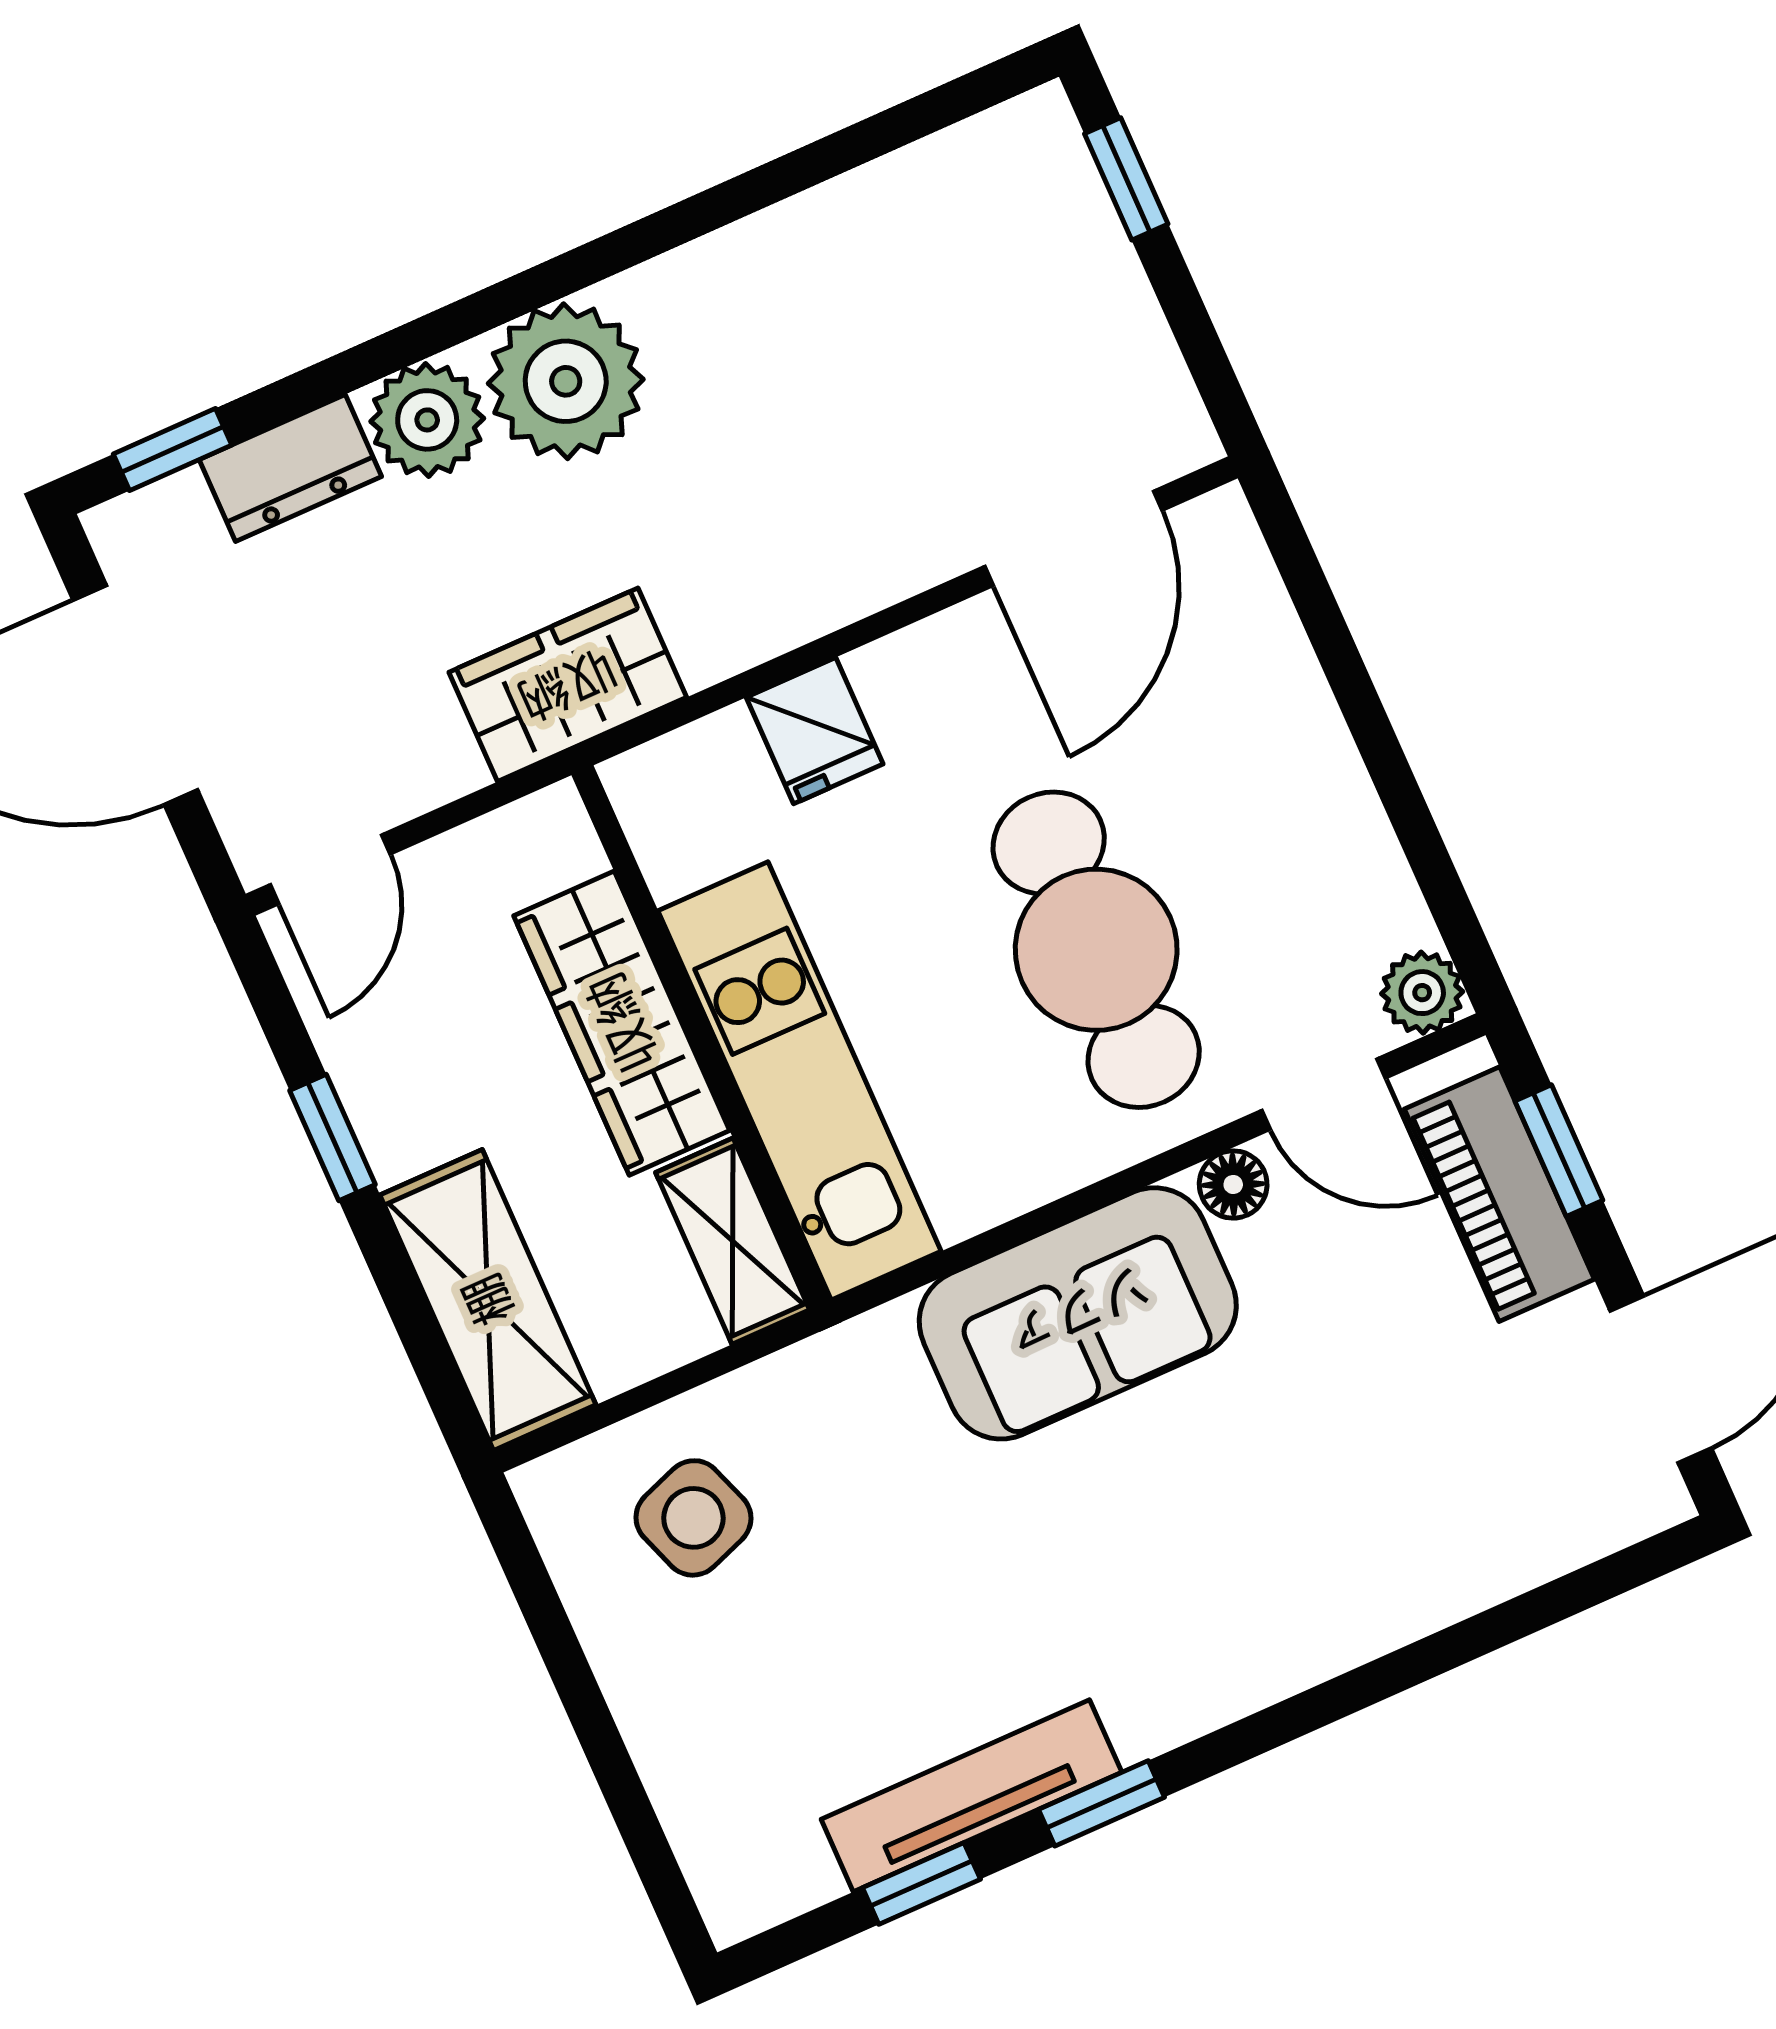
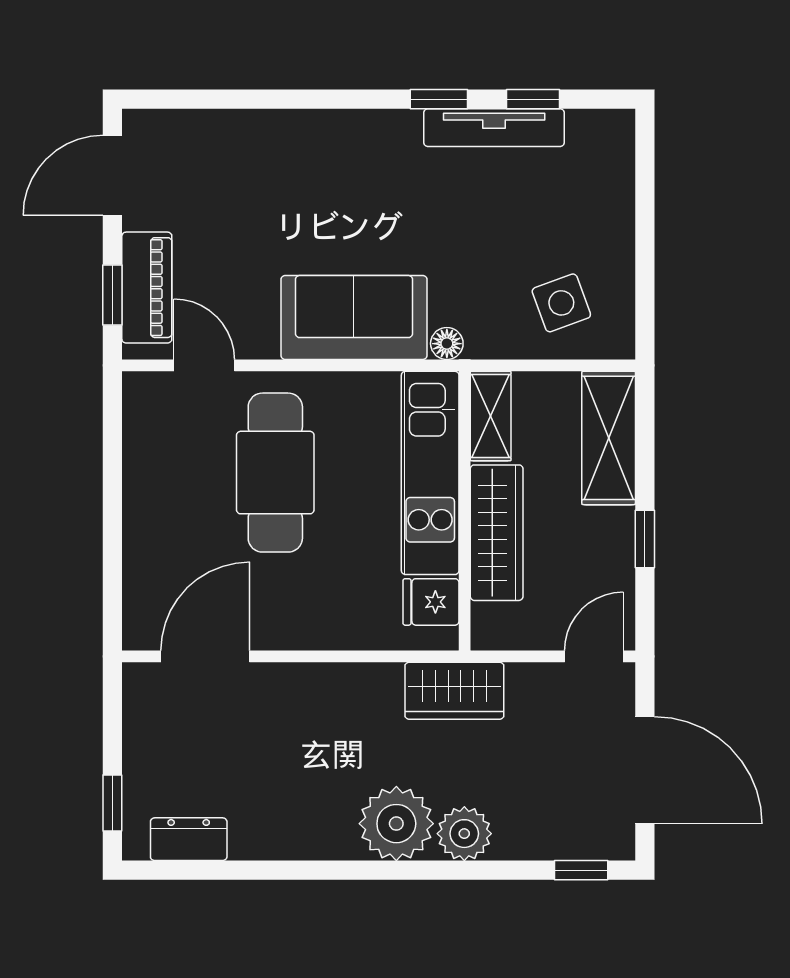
dresser: (290, 468) -> (189, 839), moved
fridge: (815, 731) -> (431, 602), moved, turned -90
plant: (1422, 993) -> (141, 391), removed
floor lamp: (1233, 1184) -> (447, 344), moved

